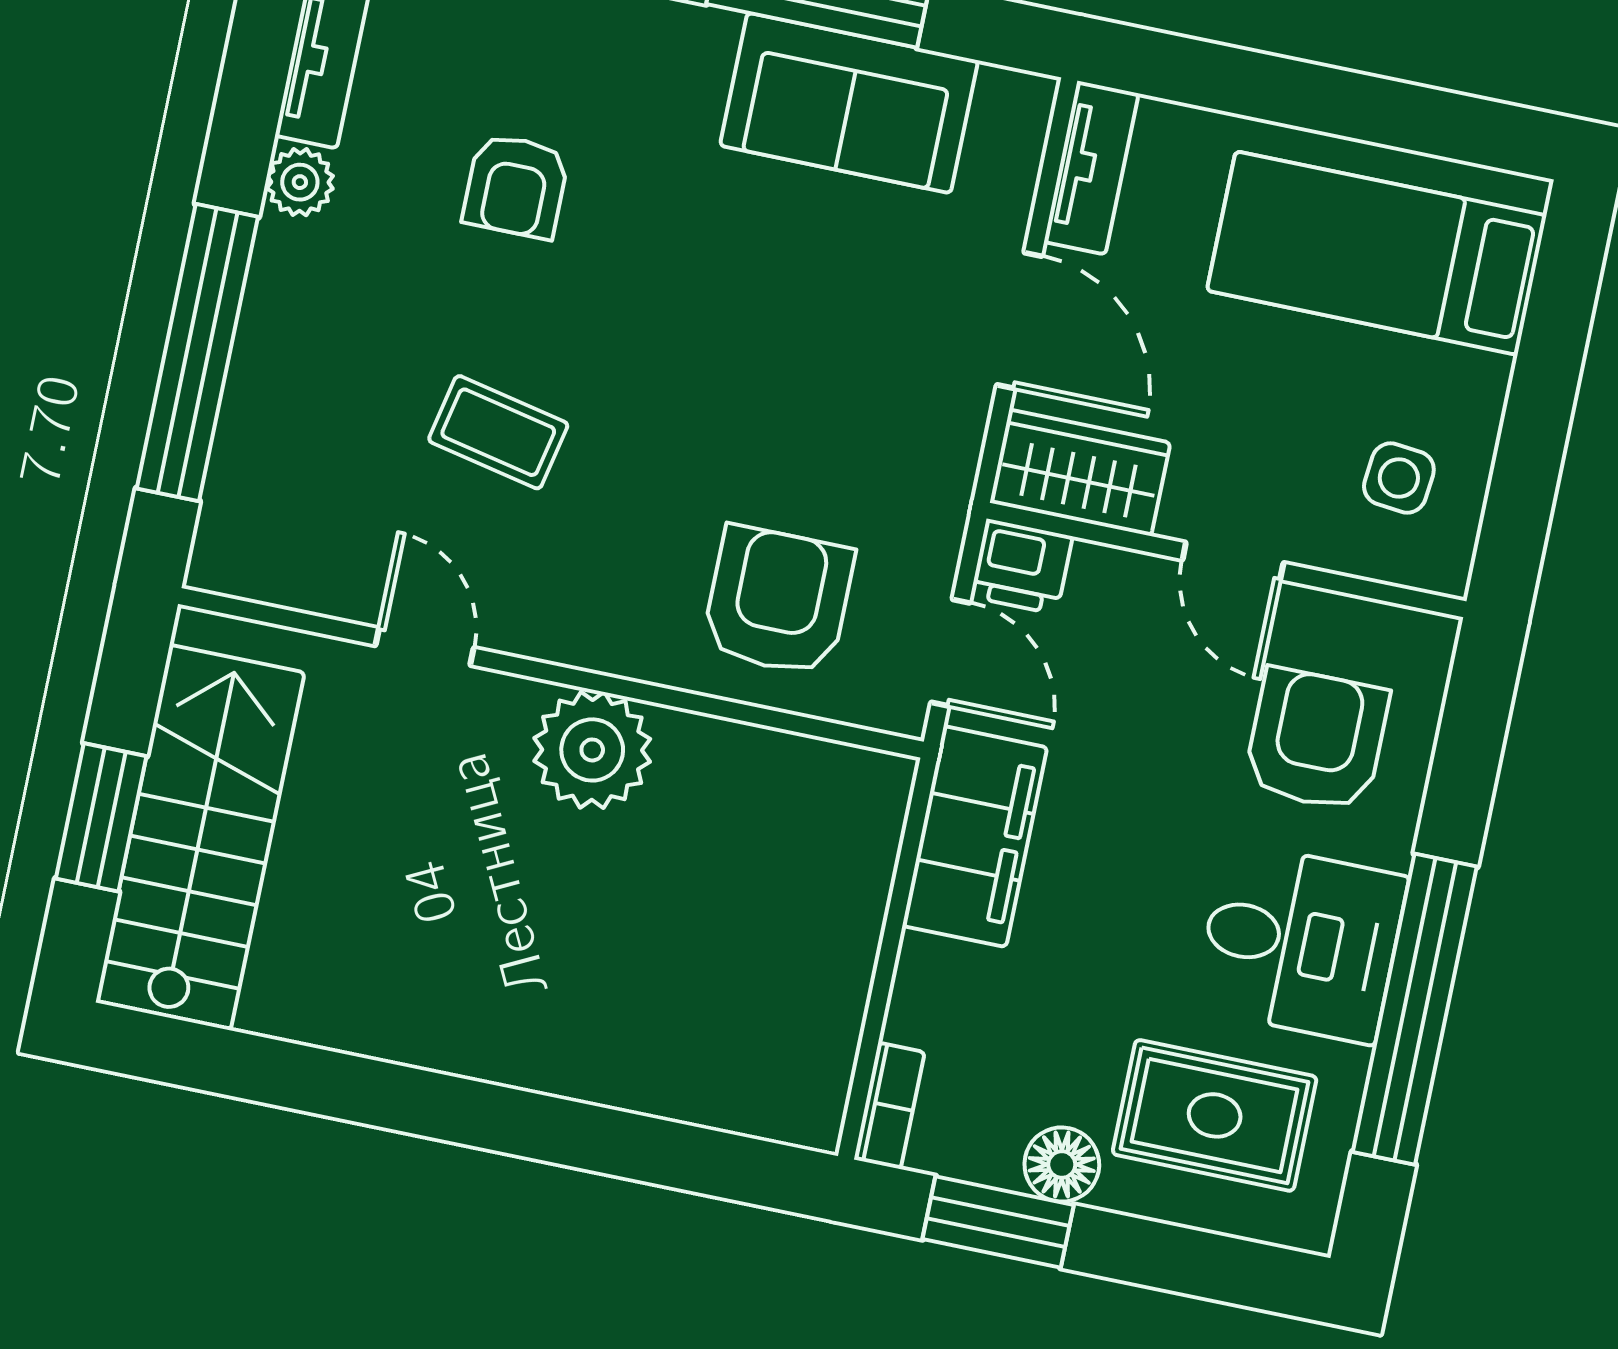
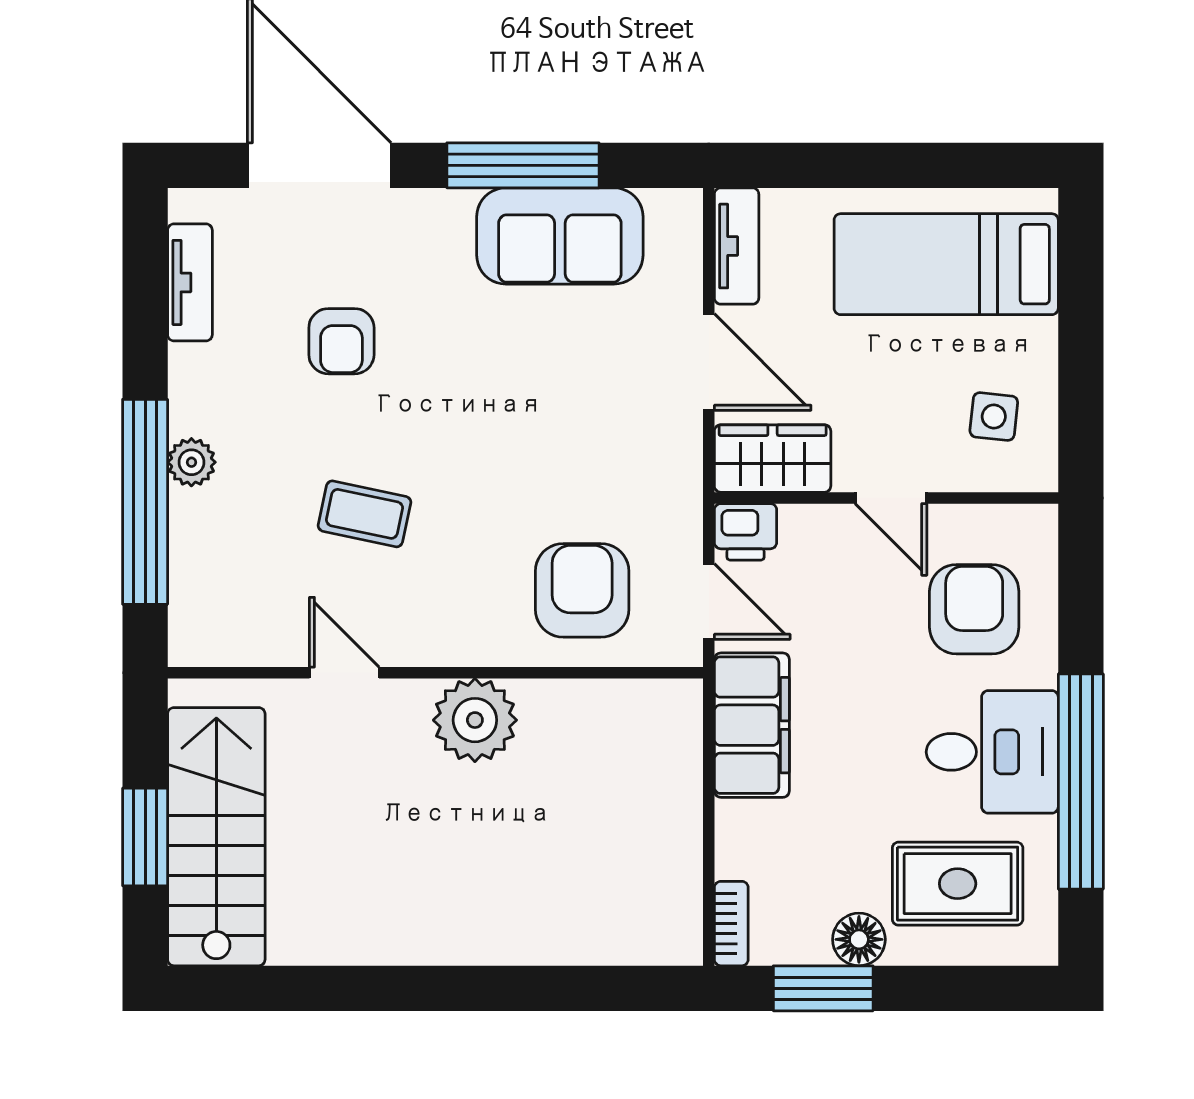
plant: (300, 182) -> (191, 462), moved

